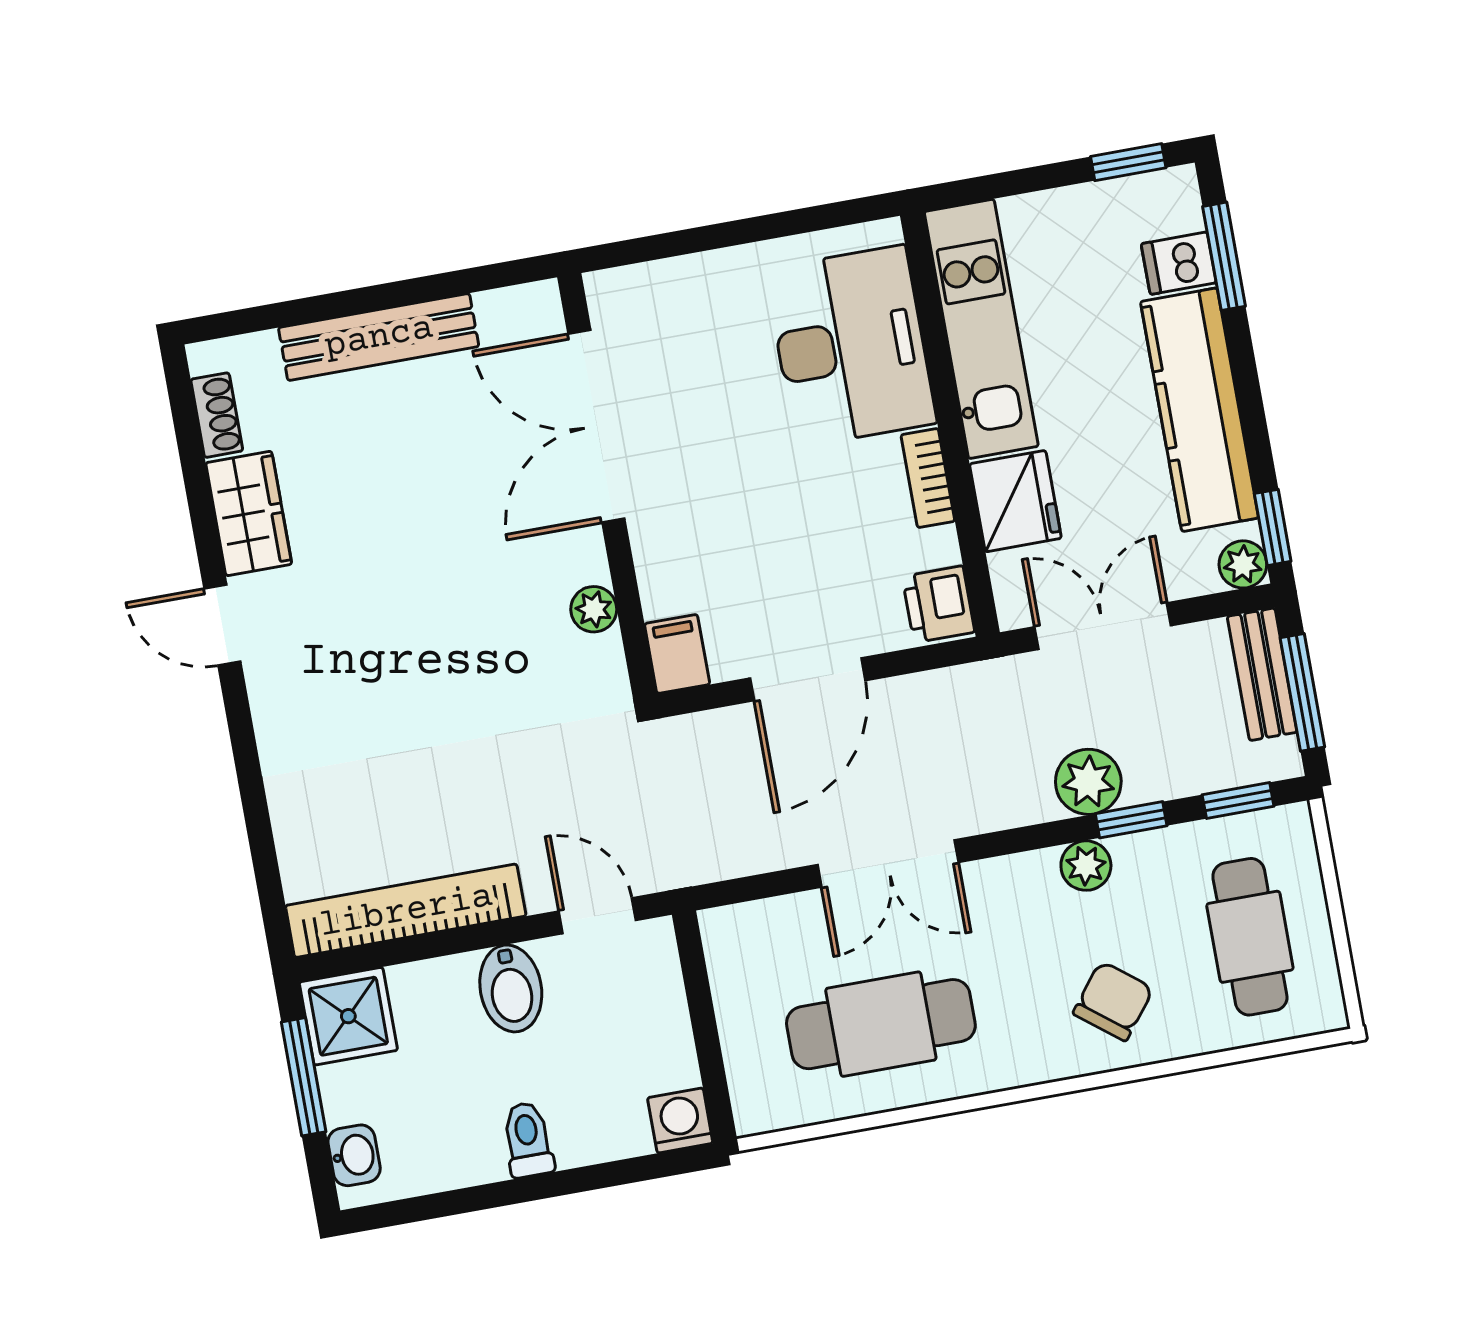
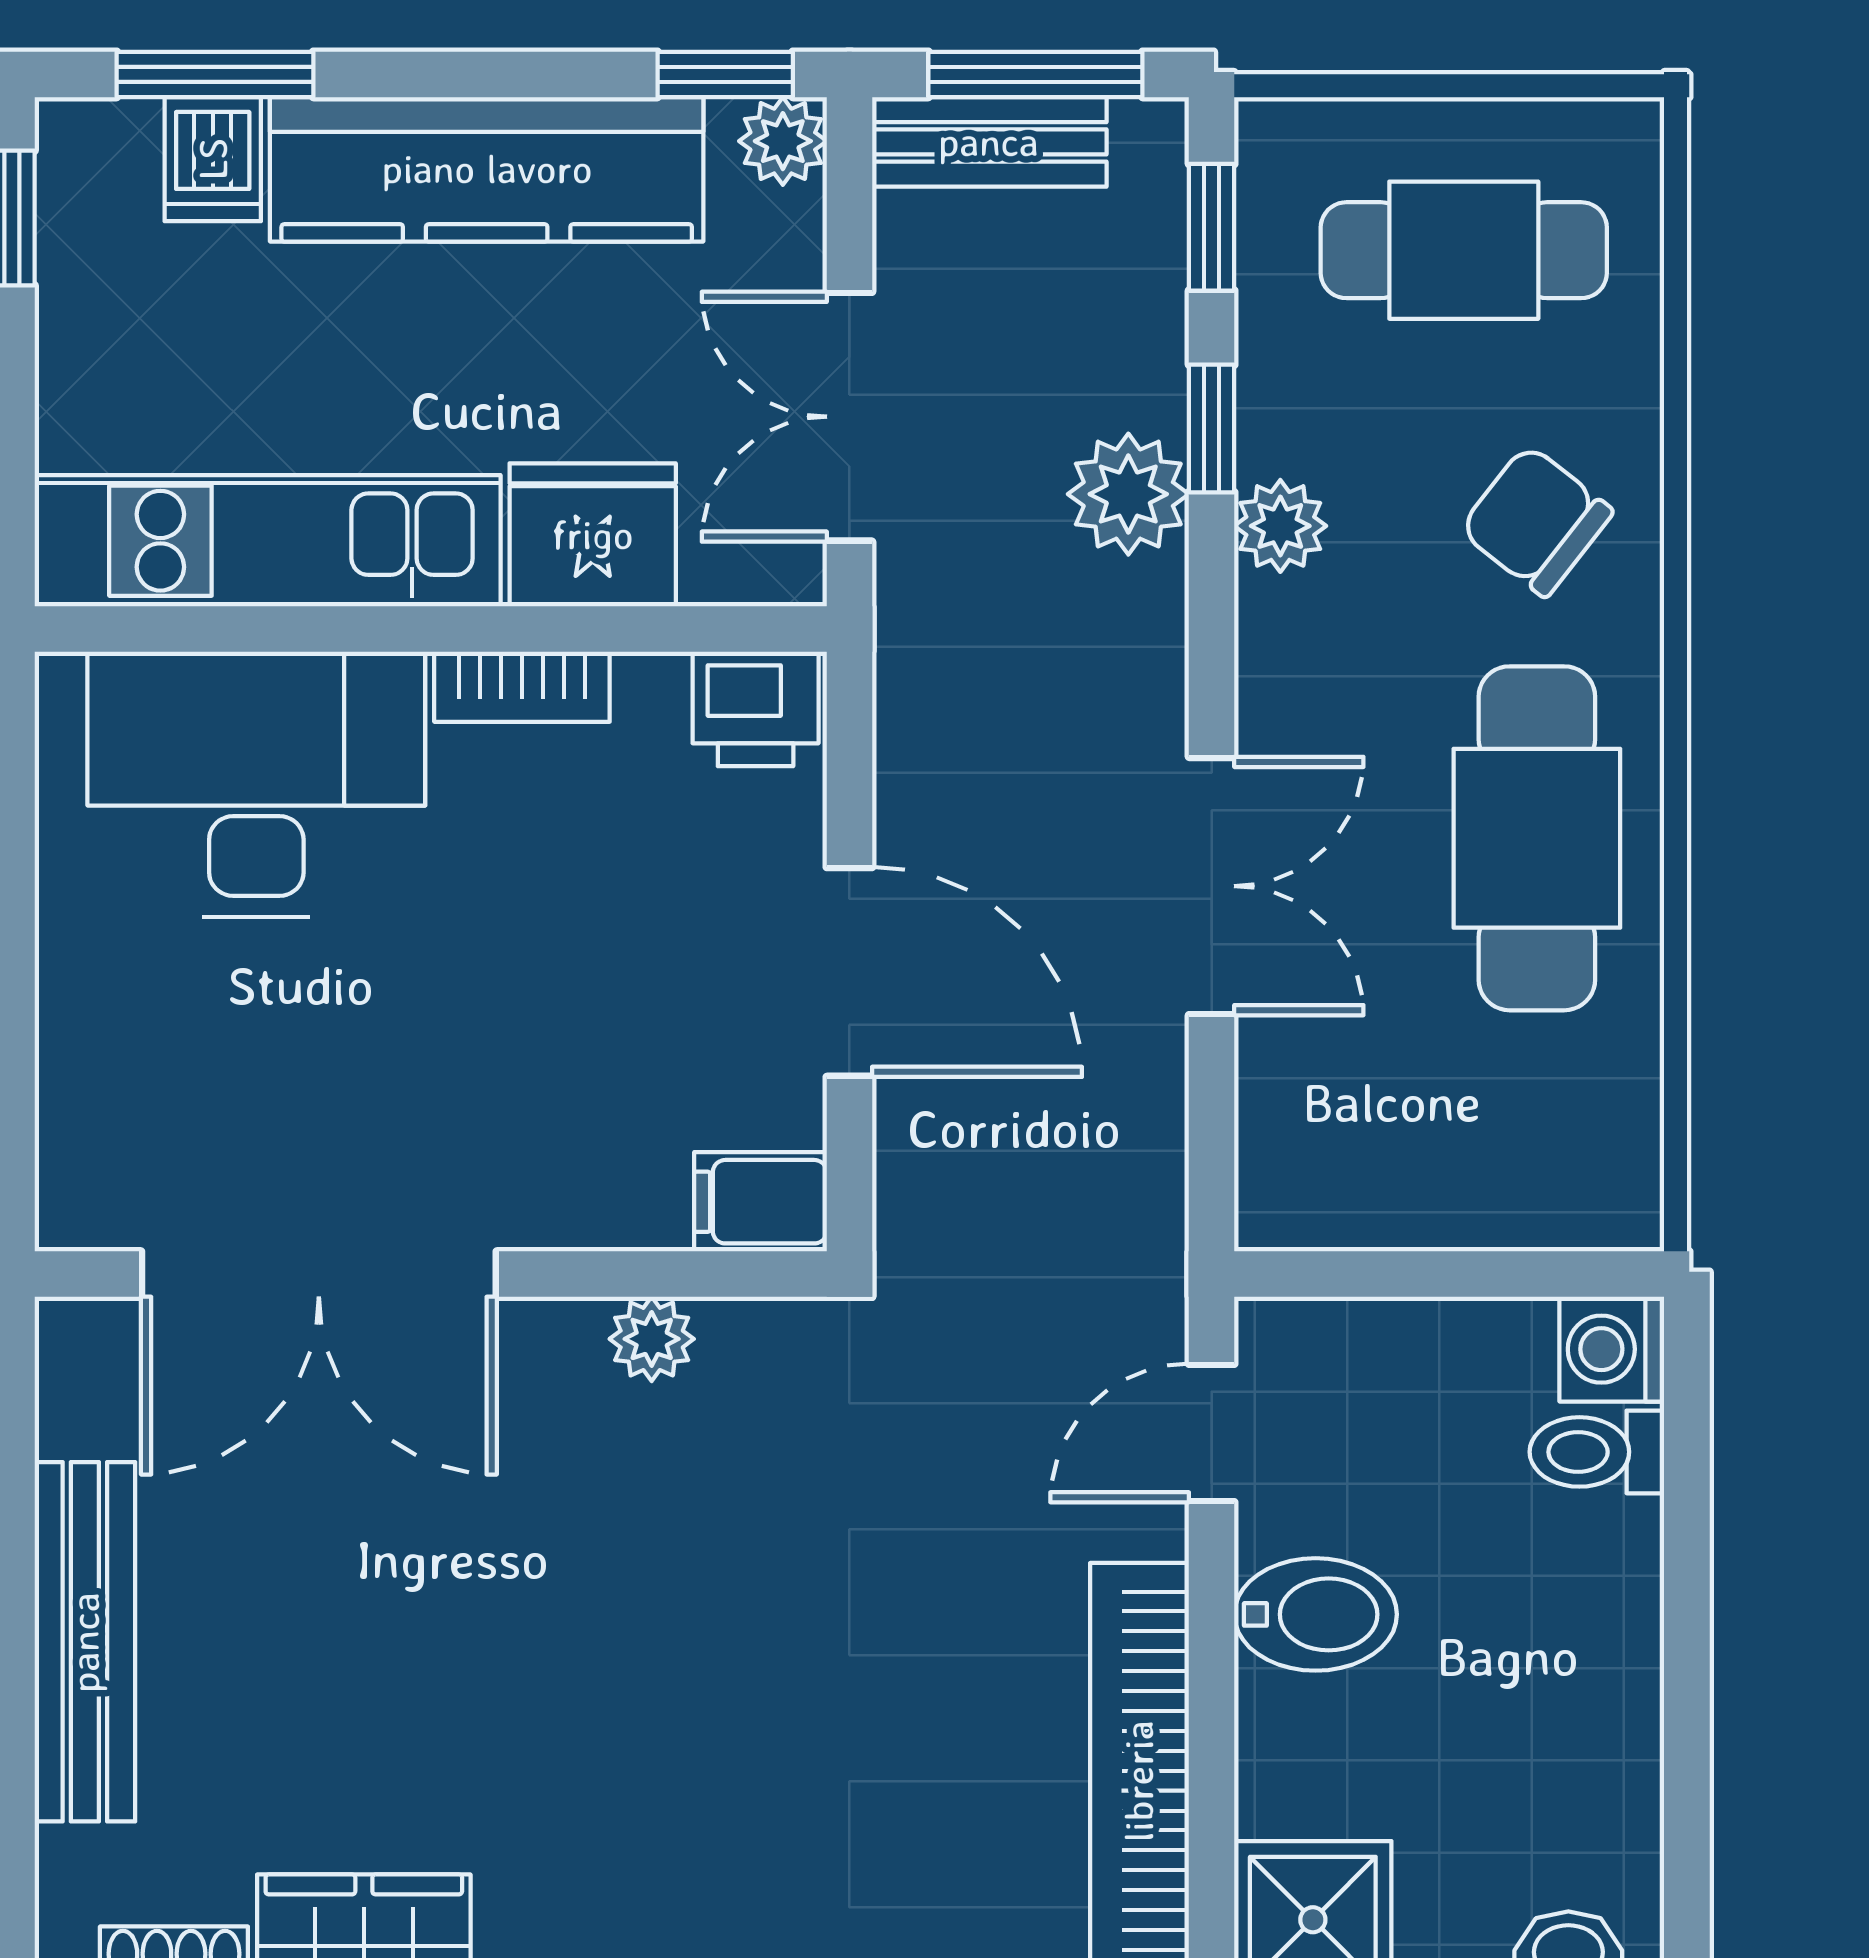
cafe table: (881, 1024) -> (1537, 838), moved
toilet: (528, 1140) -> (1597, 1452), moved

